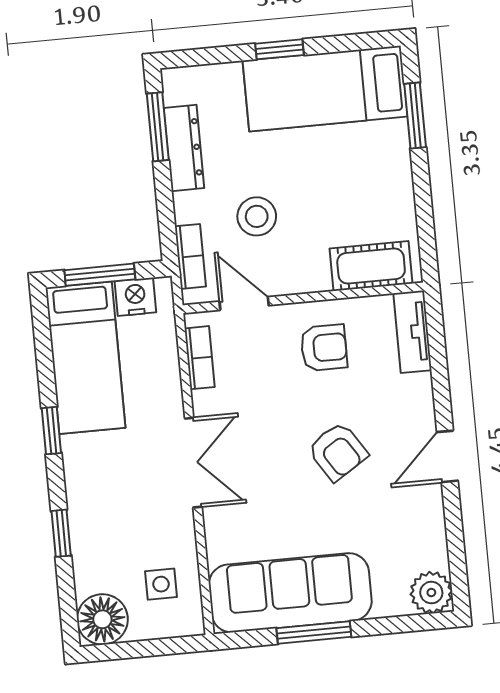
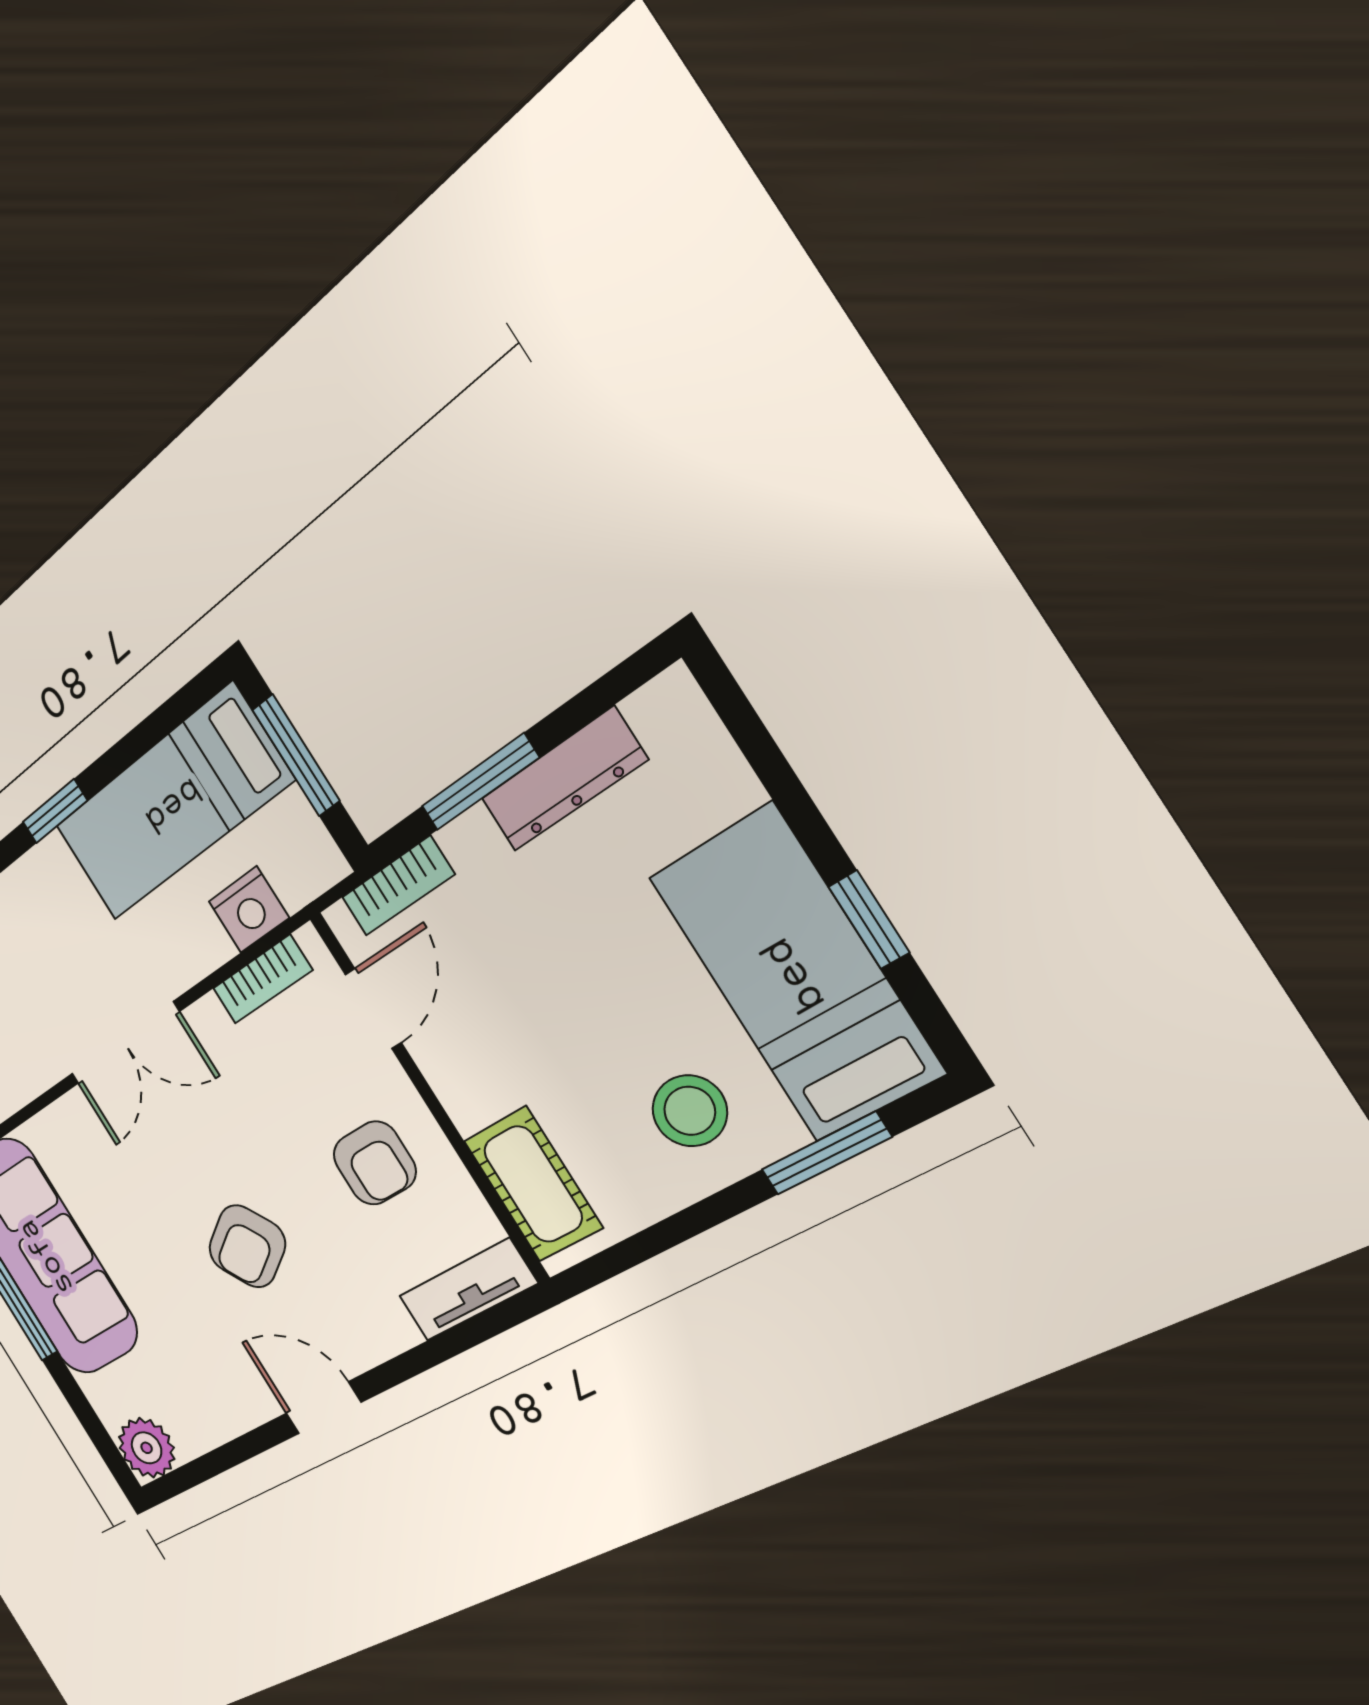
window: (280, 49) -> (869, 920), moved
window: (158, 127) -> (480, 782), moved
stool: (257, 216) -> (690, 1111), moved
nightstand: (135, 297) -> (249, 909), moved, turned 90

